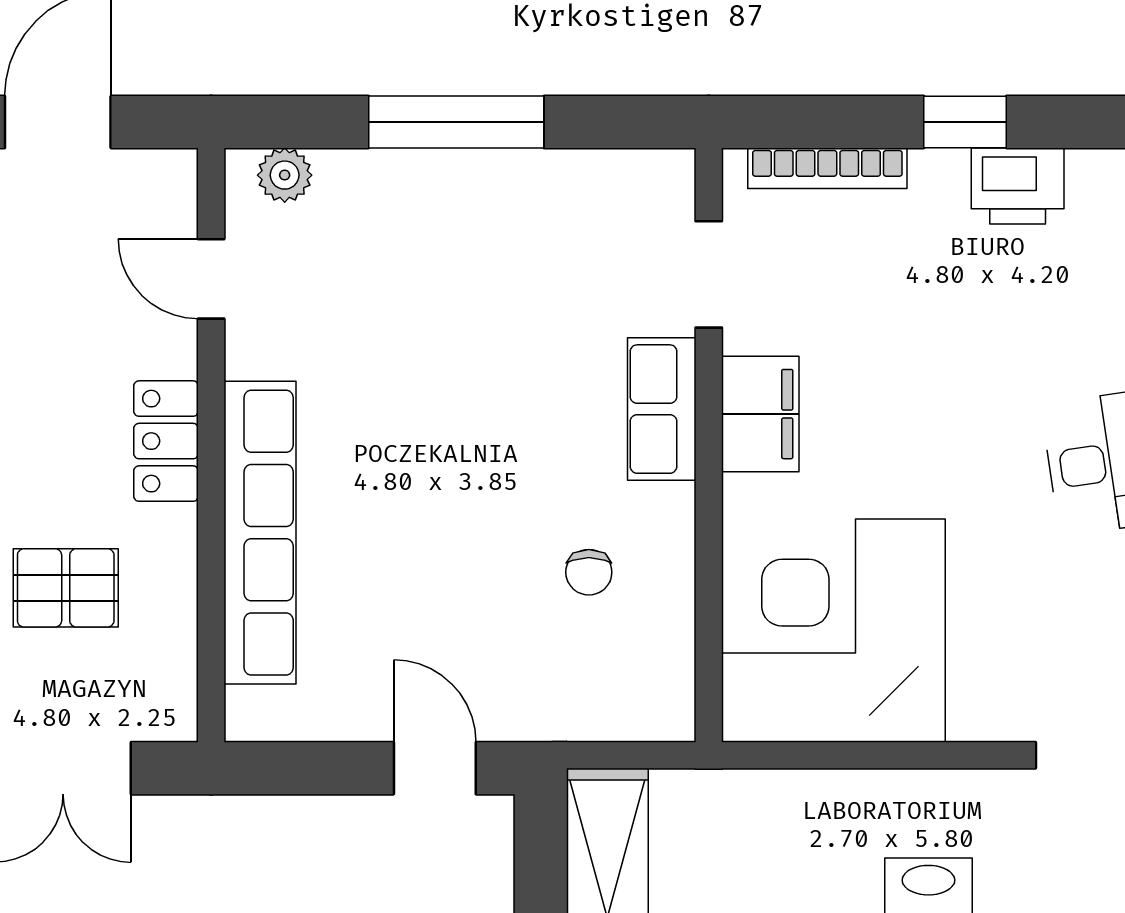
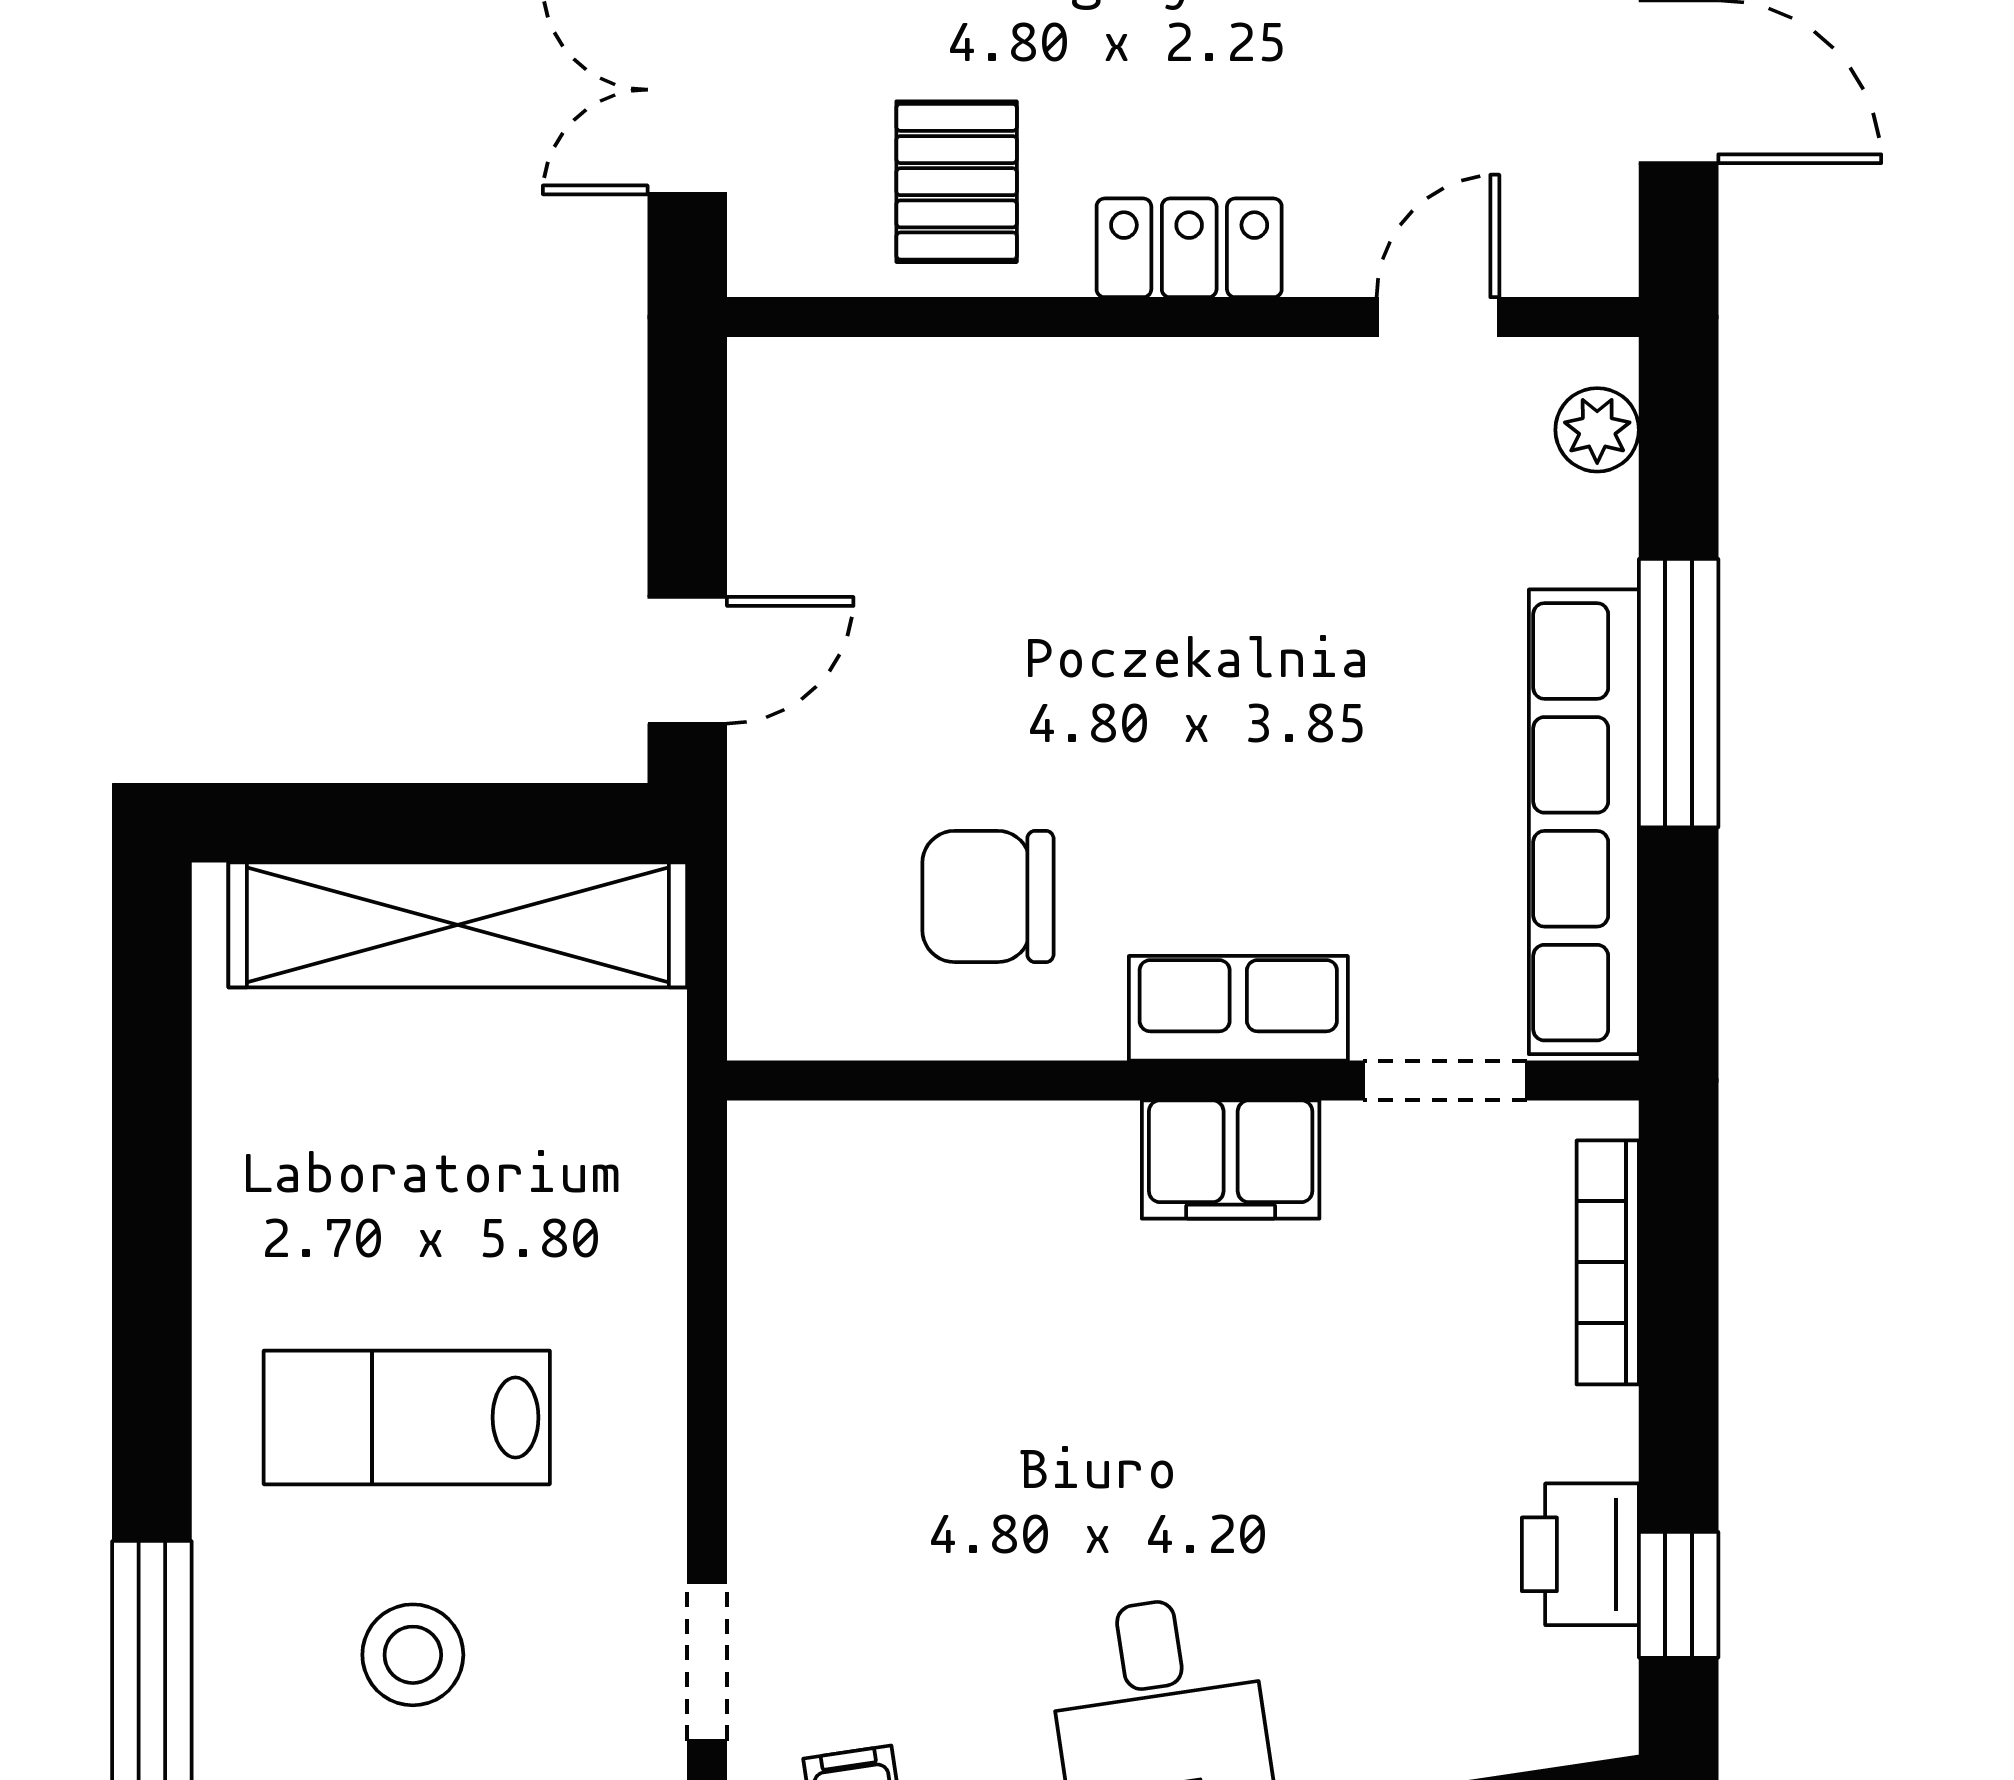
window: (965, 122) -> (1679, 1595), moved
row of seats: (260, 533) -> (1584, 822), moved, turned 90
chair: (589, 572) -> (988, 896), width x1.87, depth x1.87
pallet: (66, 588) -> (957, 182), moved
corner desk: (833, 631) -> (898, 1272), removed

